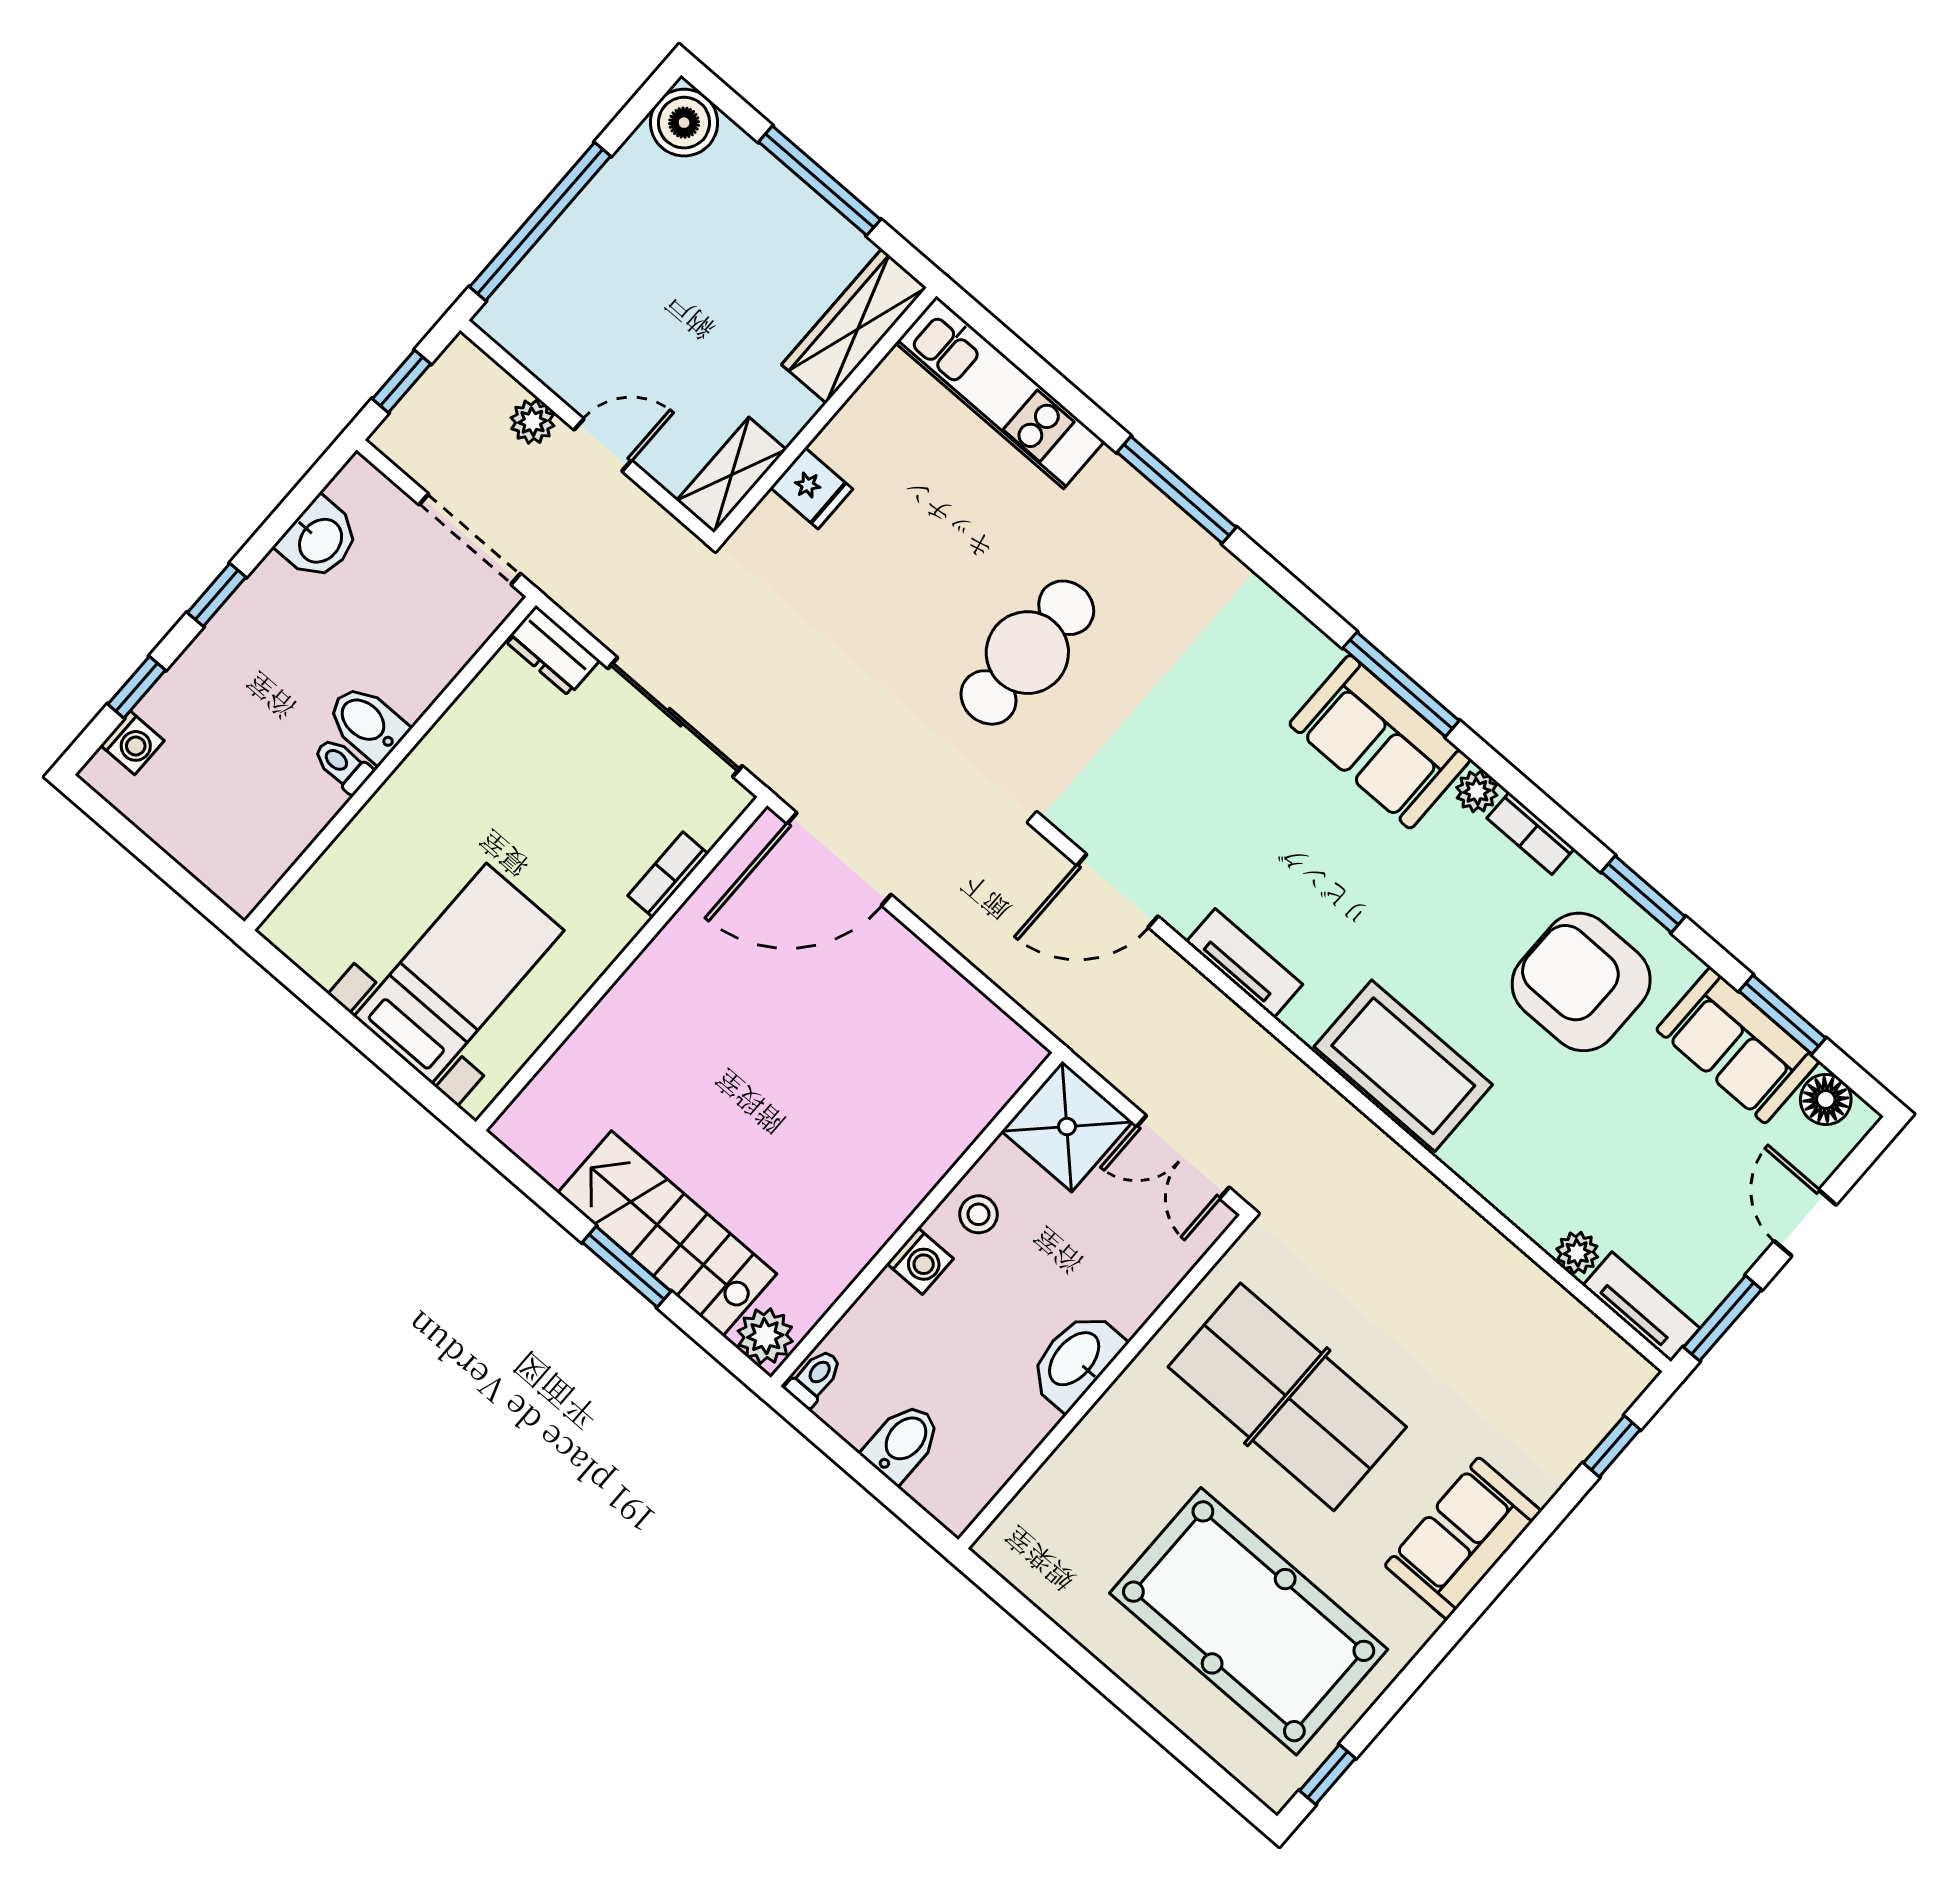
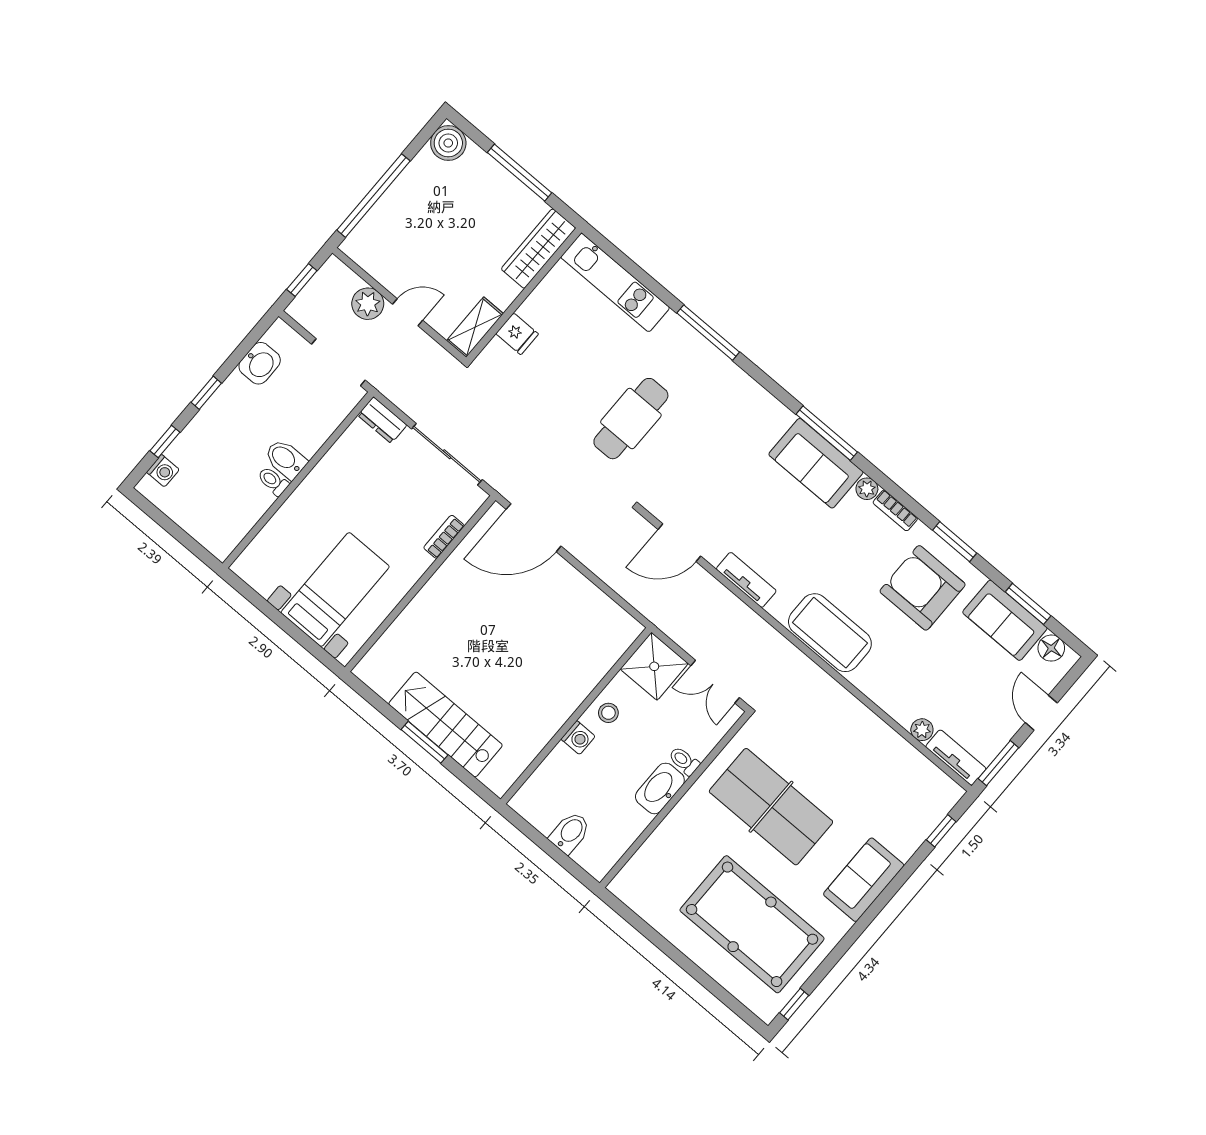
plant: (532, 422) -> (368, 304), width x1.38, depth x1.38
plant: (765, 1336) -> (497, 778), removed
toilet: (814, 1378) -> (684, 761), moved, turned -90

